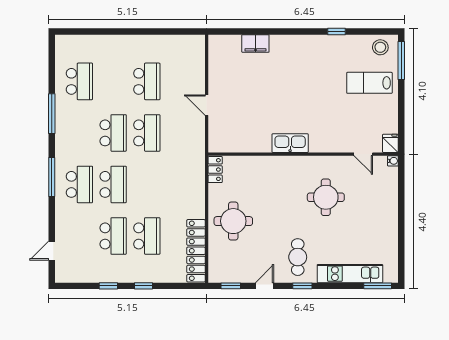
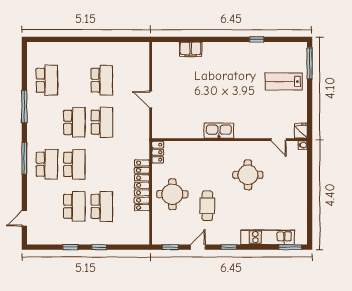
stool: (380, 47) -> (292, 52), removed
locker: (196, 251) -> (142, 185), moved
cafe table: (298, 257) -> (207, 206), moved

